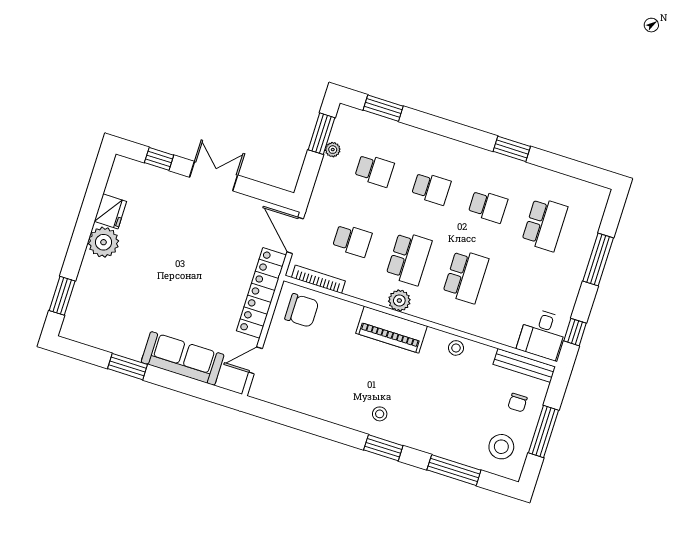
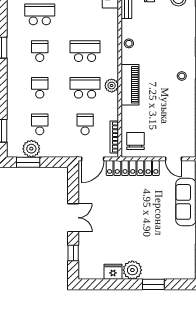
plant: (333, 150) -> (31, 149), width x1.88, depth x1.88
double door: (214, 176) -> (73, 218), swing flipped
window: (62, 296) -> (153, 284), moved

